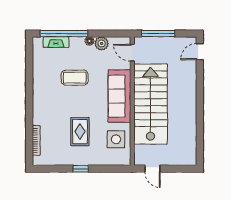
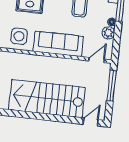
door: (200, 52) -> (91, 122), hinge flipped
stairs: (151, 104) -> (47, 99), moved, turned 180

